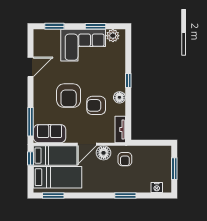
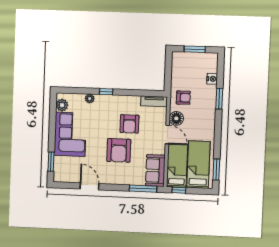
window: (96, 26) -> (52, 121), removed
plant: (120, 64) -> (90, 99), added
armchair: (69, 96) -> (119, 150), turned 90
floor lamp: (119, 97) -> (122, 101), removed
nightstand: (157, 187) -> (212, 79), moved

